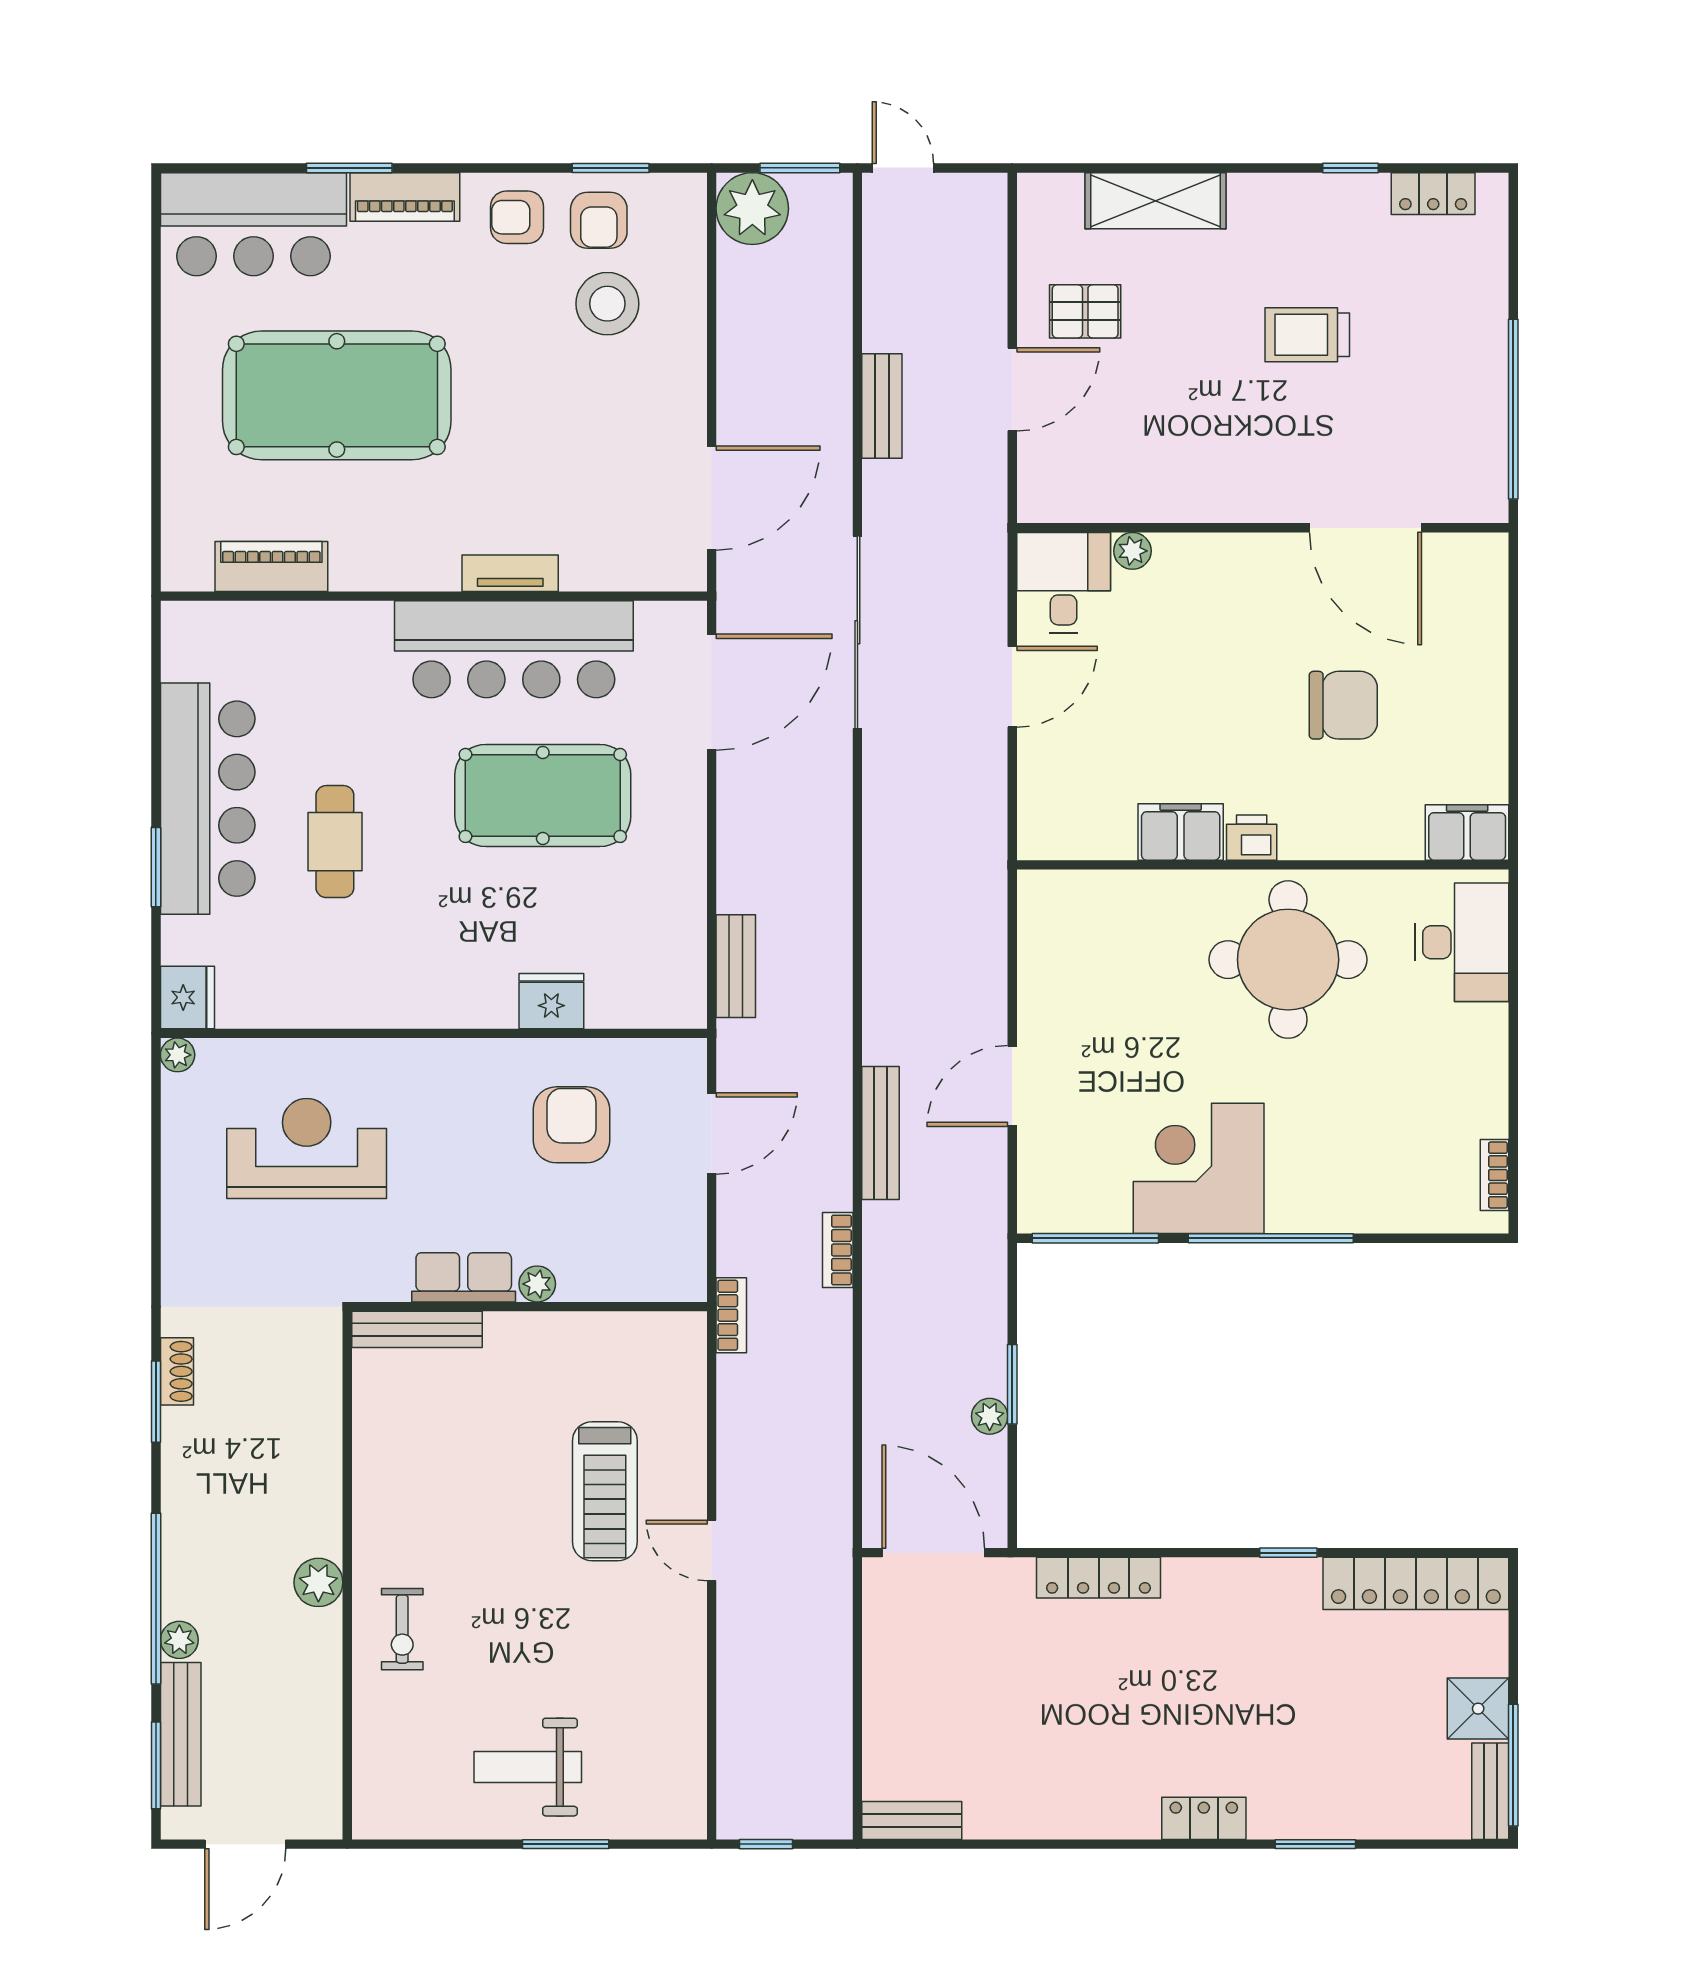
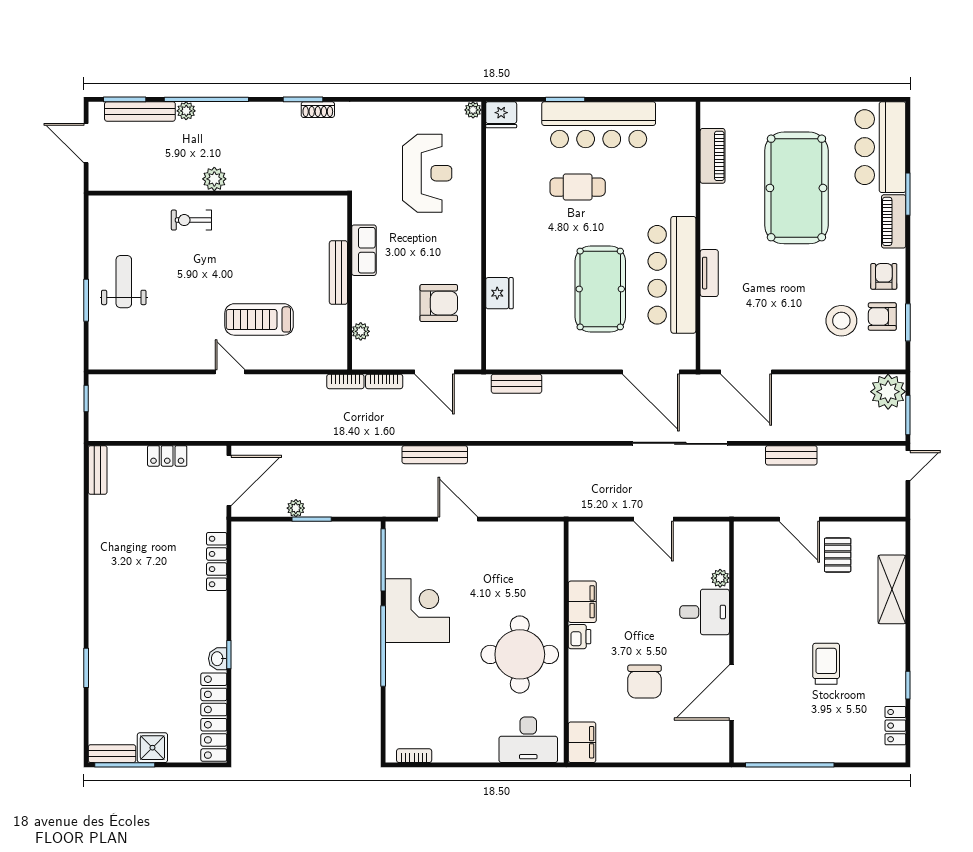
desk: (1064, 583) -> (705, 612), moved
bookcase: (838, 1250) -> (384, 381), moved, turned 180
plant: (537, 1284) -> (361, 331), moved
bench: (417, 1329) -> (338, 273), moved
door: (712, 1550) -> (230, 372), hinge flipped
washbasin: (1297, 1576) -> (218, 659), added
locker: (1204, 1818) -> (167, 456), moved, turned 90

